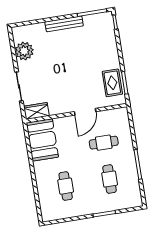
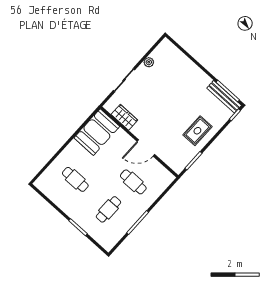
bench: (64, 24) -> (224, 97), moved
plant: (24, 51) -> (149, 62), width x0.53, depth x0.53
rug: (112, 83) -> (197, 131), moved
wardrobe: (36, 111) -> (124, 117), moved
cafe table: (66, 186) -> (75, 179), turned 90

